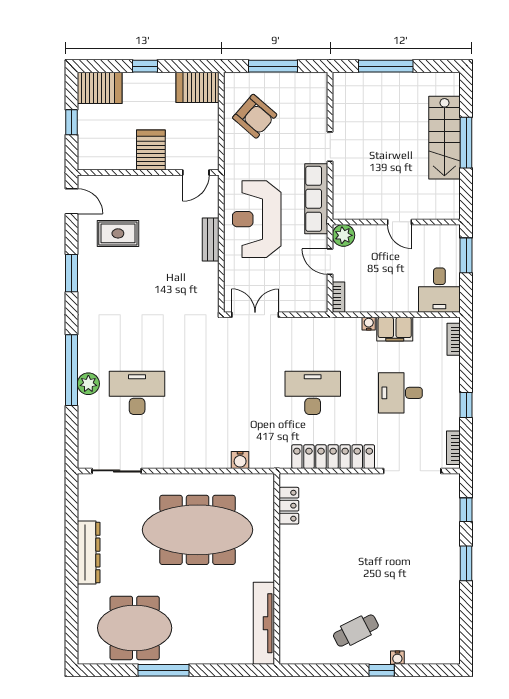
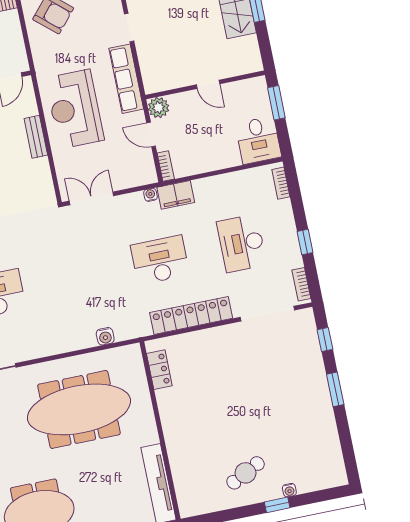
water cooler: (369, 324) -> (150, 195), moved
filing cabinet: (395, 329) -> (176, 195), moved
desk: (400, 393) -> (242, 243), width x1.37

